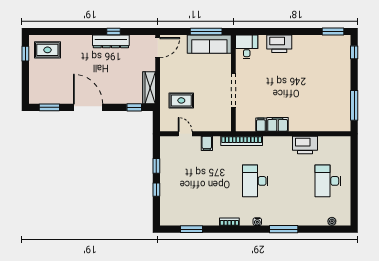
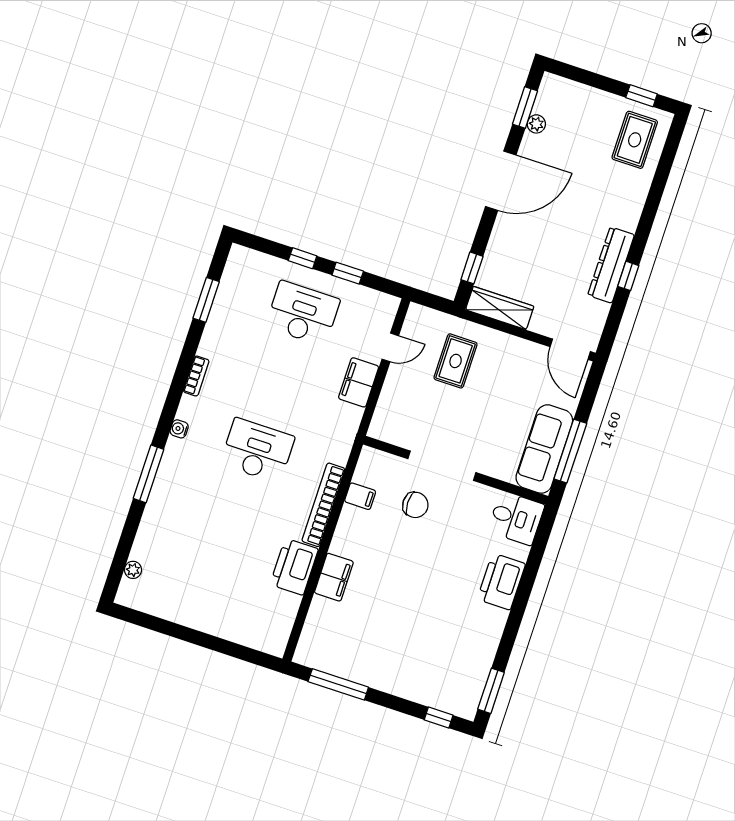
chair: (256, 97) -> (415, 505), added
plant: (55, 99) -> (536, 124), added
filing cabinet: (278, 124) -> (334, 577), moved
bookcase: (242, 141) -> (323, 505), moved
filing cabinet: (207, 143) -> (359, 382), width x2.00
desk: (328, 181) -> (303, 313), moved

